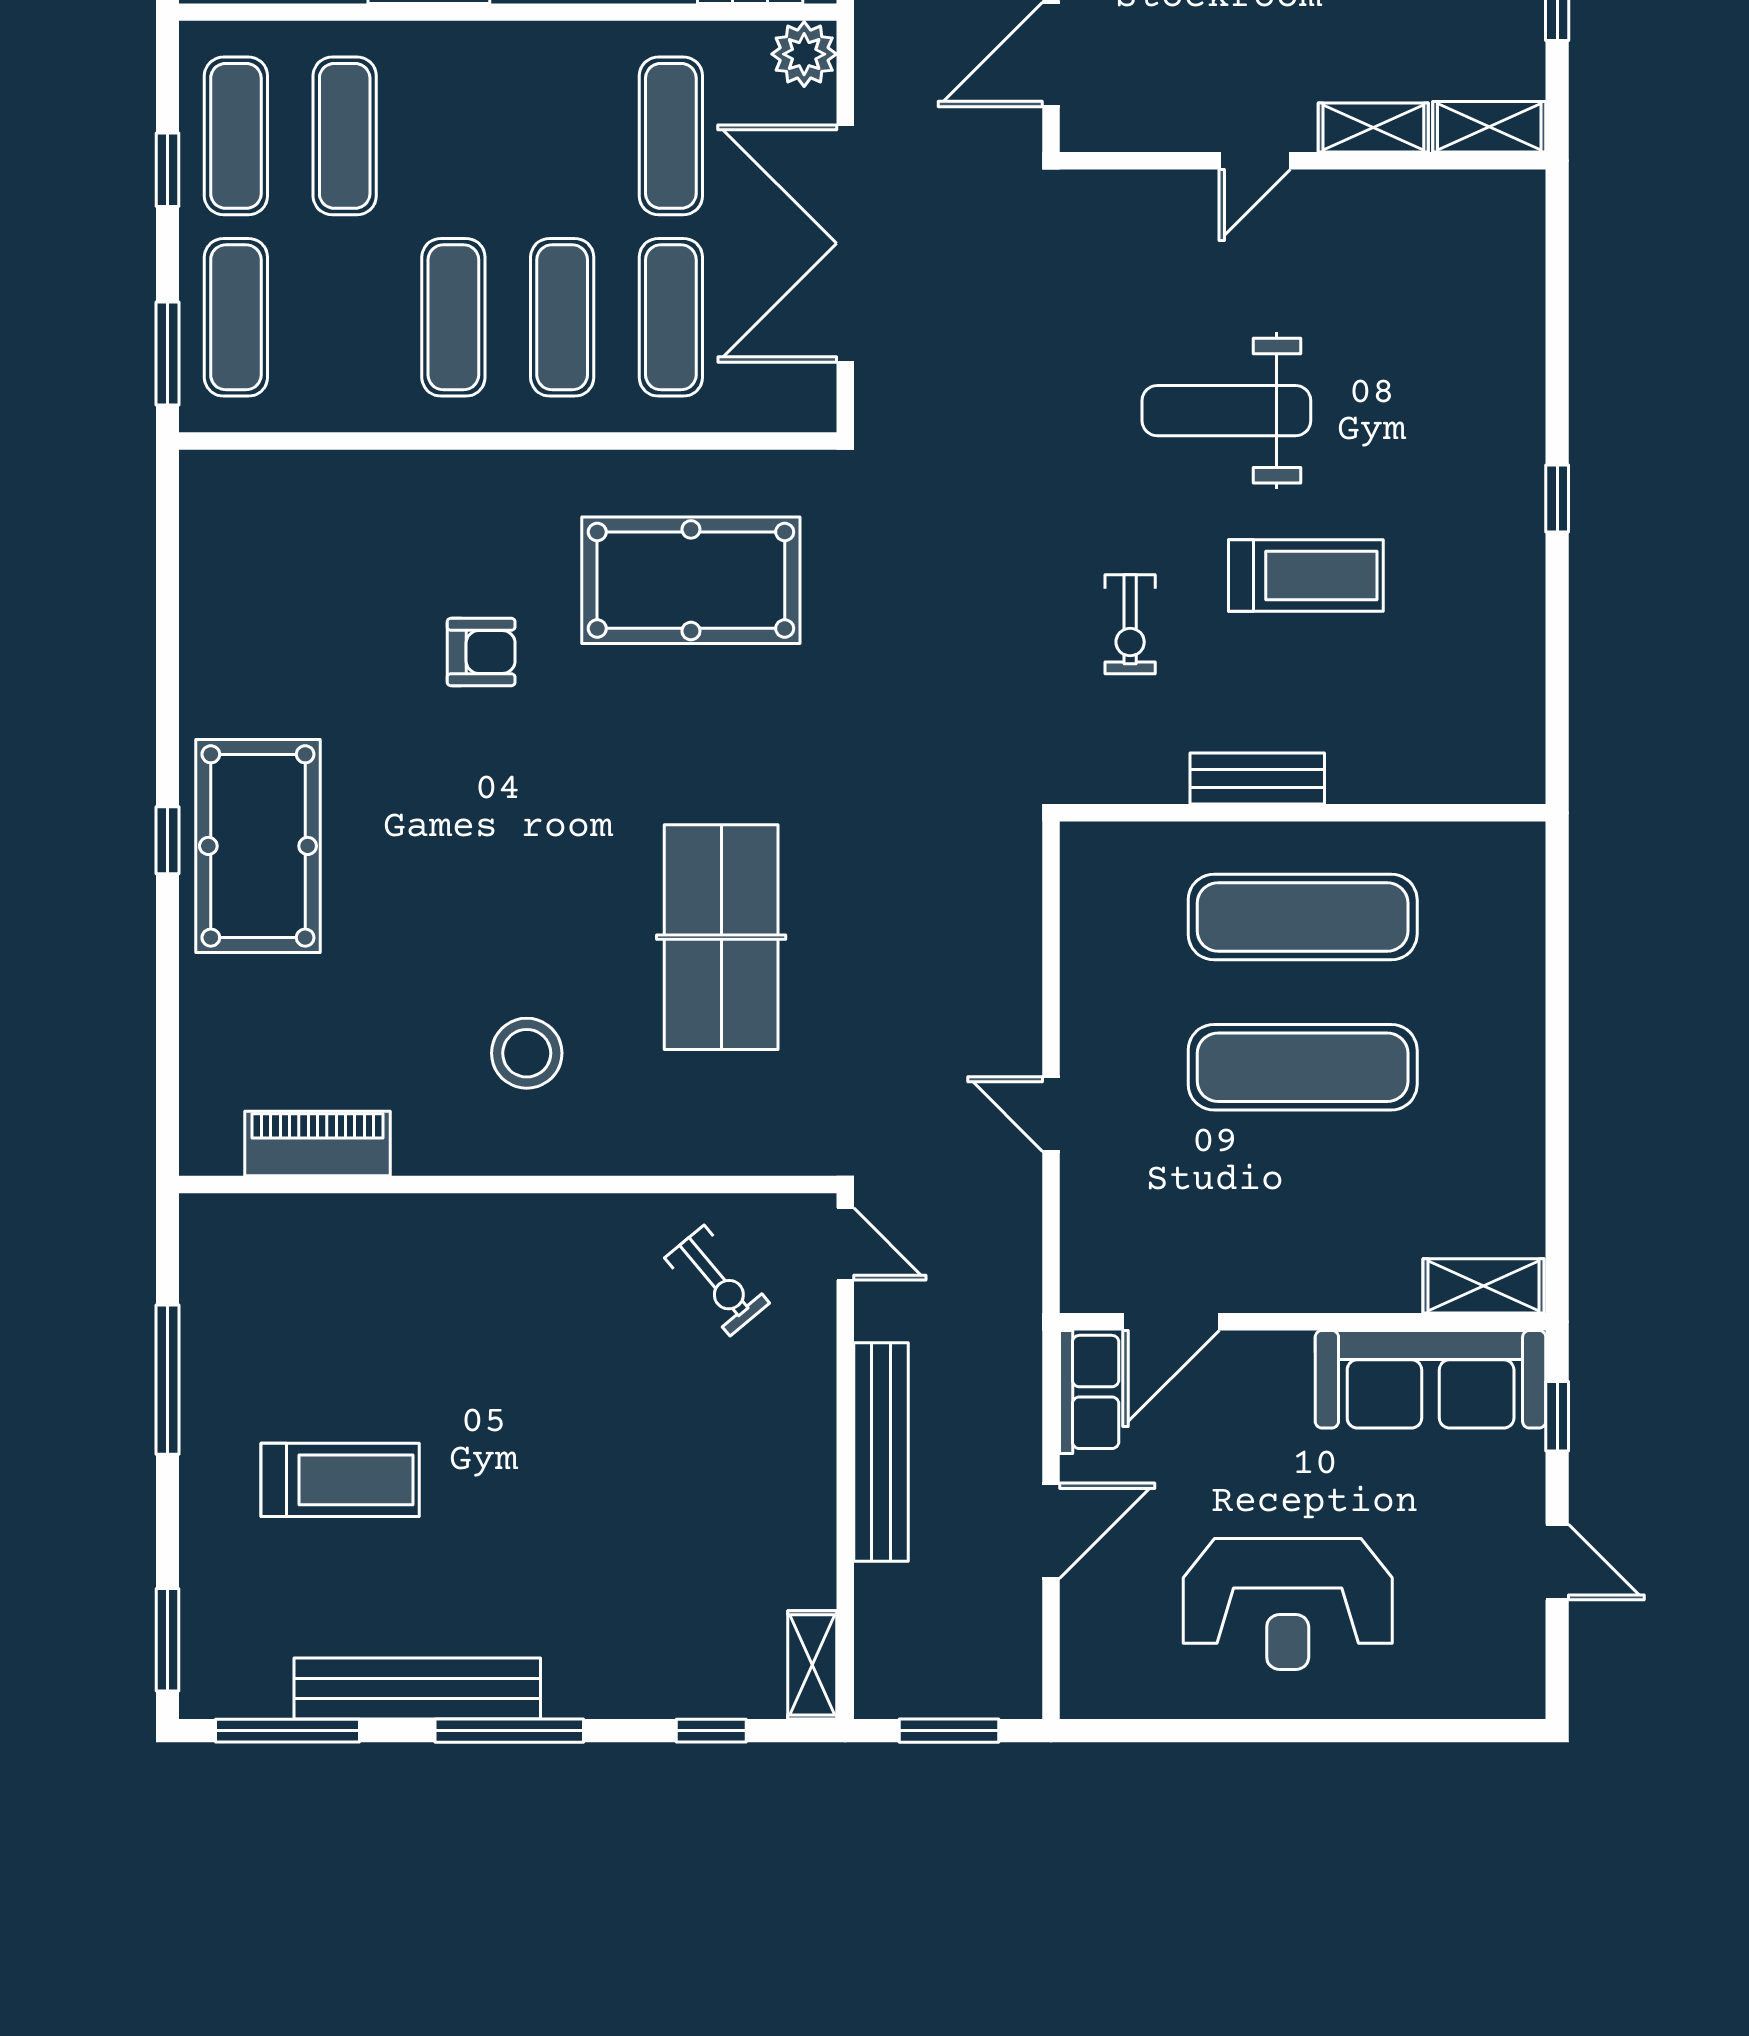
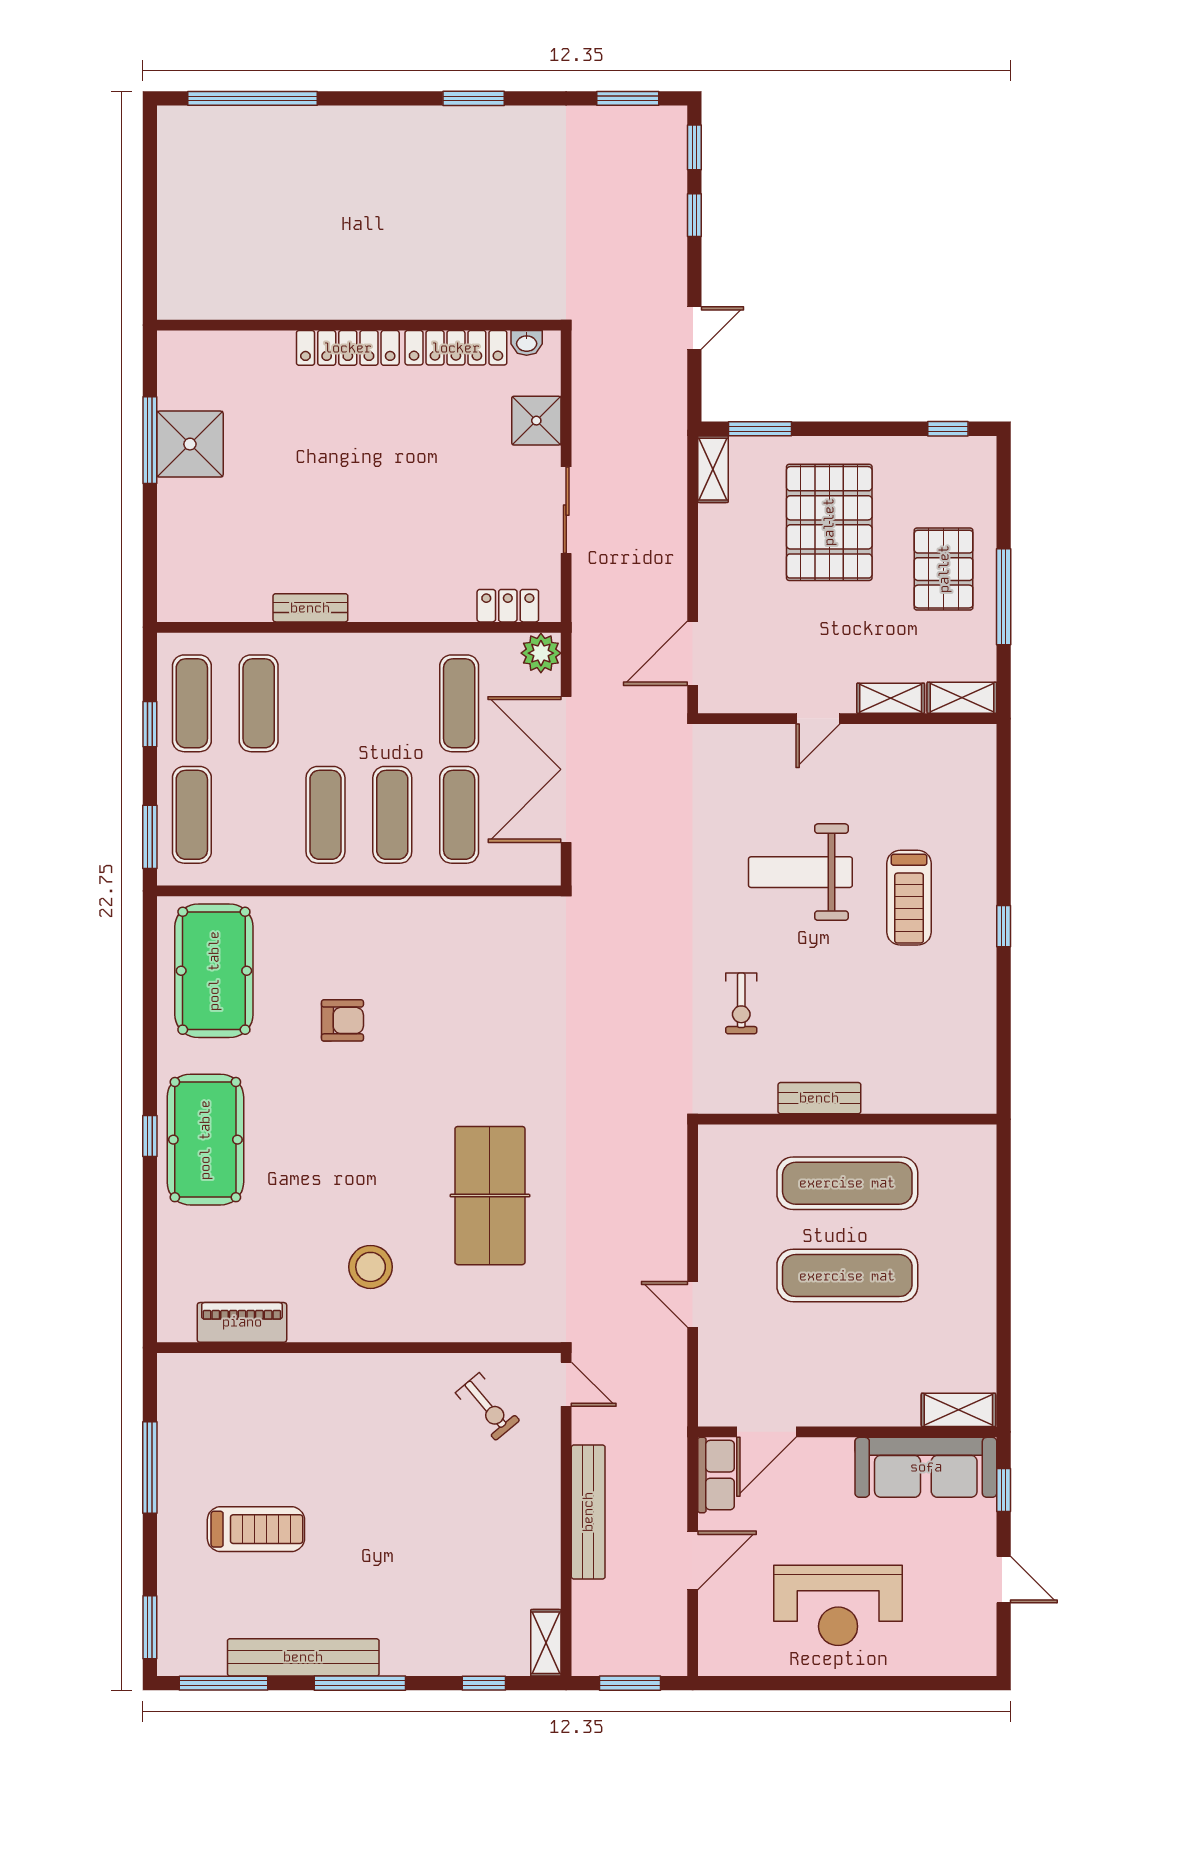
treadmill: (1306, 576) -> (909, 898), moved, turned 90
pool table: (691, 580) -> (214, 971), moved, turned 90

